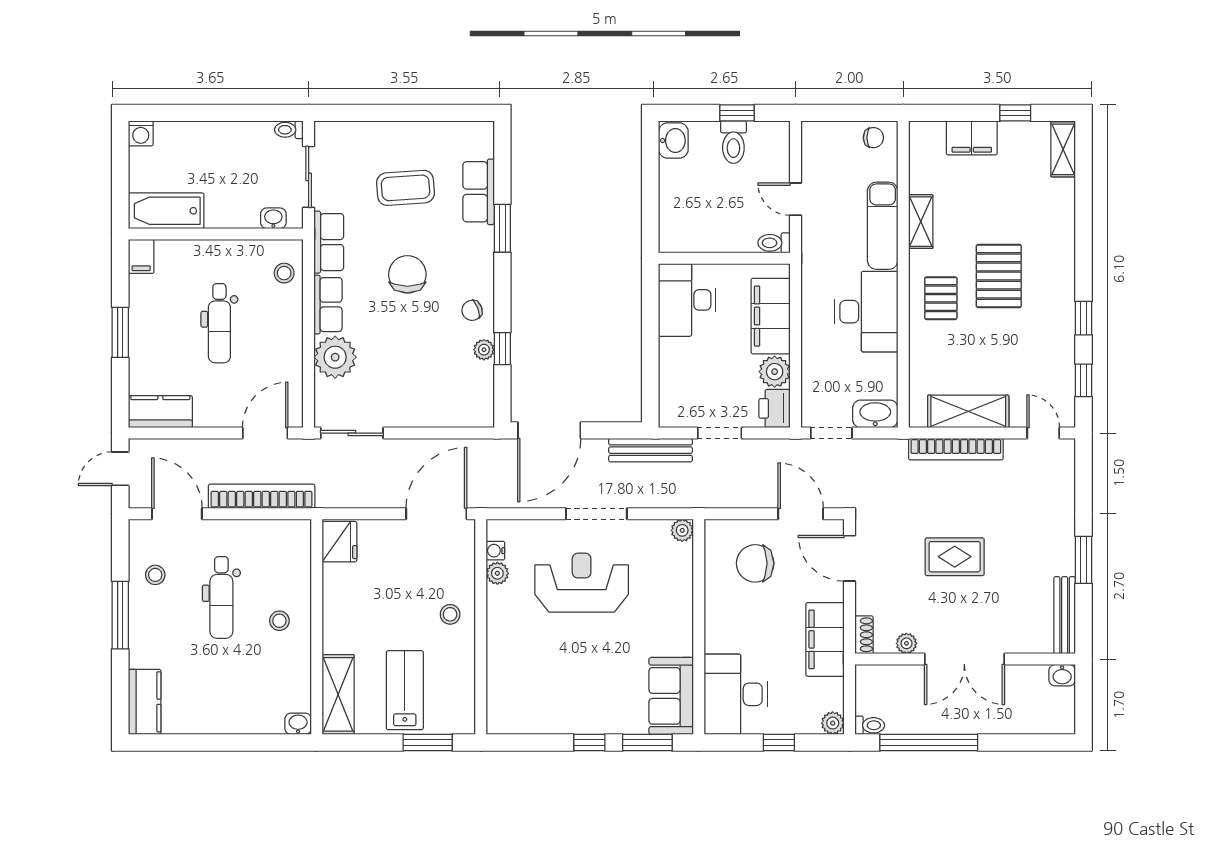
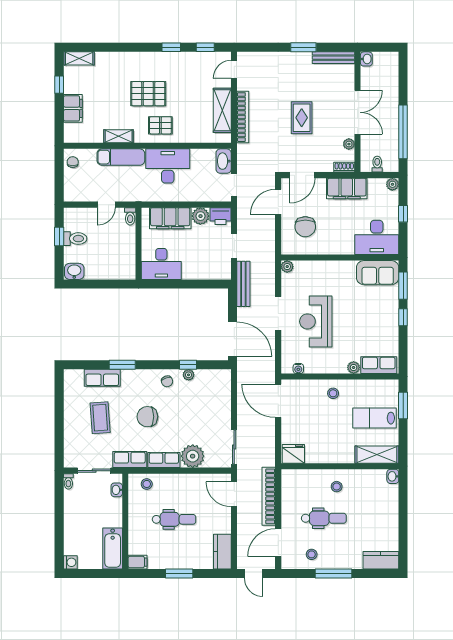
plant: (497, 573) -> (354, 367), moved
row of seats: (502, 698) -> (379, 365), added
toilet: (870, 725) -> (377, 164), moved

